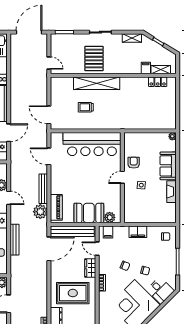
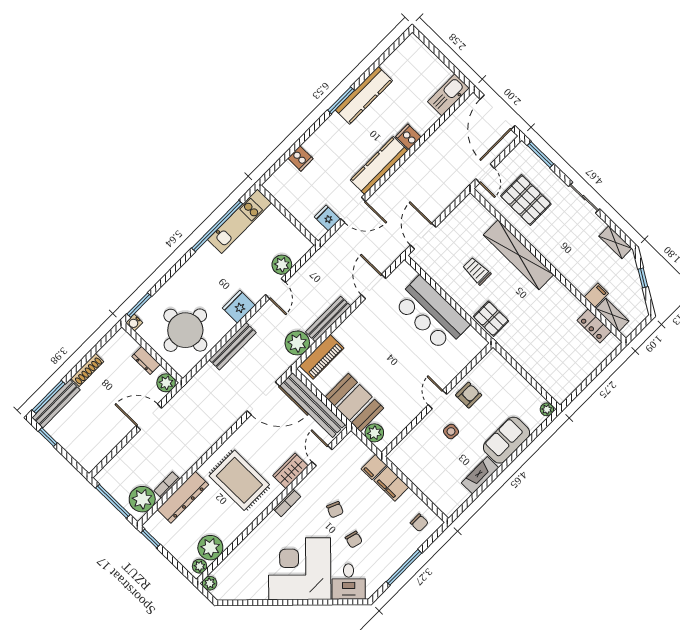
door: (29, 32) -> (498, 112), swing flipped
pallet: (94, 59) -> (526, 200), moved, turned 90
pallet: (111, 121) -> (491, 319), added
bar counter: (92, 144) -> (431, 314), width x0.73
door: (122, 177) -> (437, 399), hinge flipped
filing cabinet: (108, 232) -> (374, 467), moved

